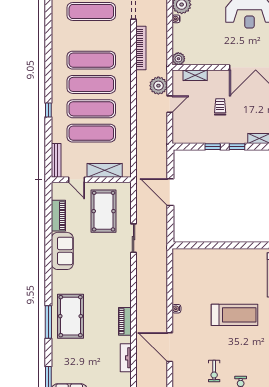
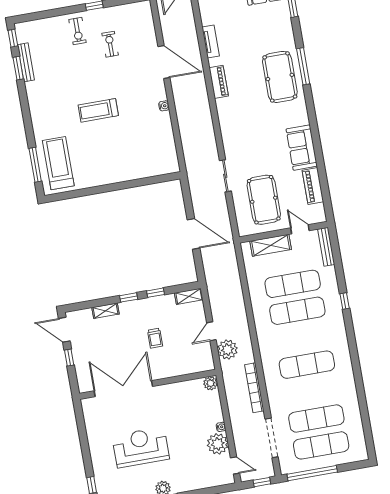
shelving: (195, 75) -> (189, 296), moved
exercise mat: (91, 84) -> (302, 338), removed
treadmill: (235, 315) -> (98, 110), width x0.73, depth x0.73

